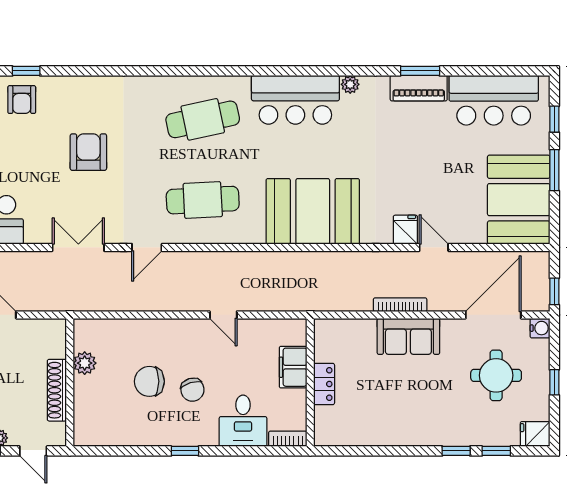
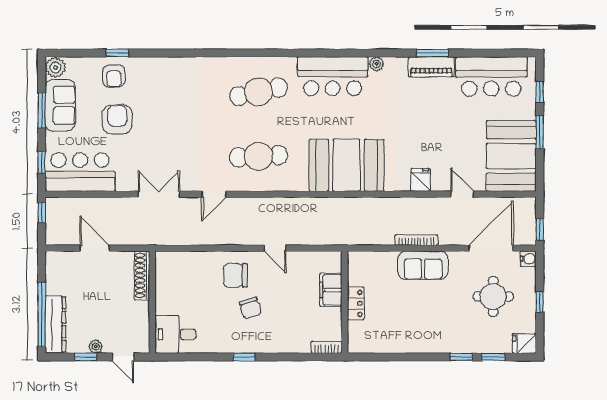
armchair: (88, 152) -> (117, 119), moved
door: (434, 247) -> (462, 194), moved
plant: (85, 363) -> (164, 287), removed
chair: (149, 381) -> (235, 275), moved
shoe rack: (57, 390) -> (142, 275), moved
desk: (243, 421) -> (175, 334), moved, turned 90

